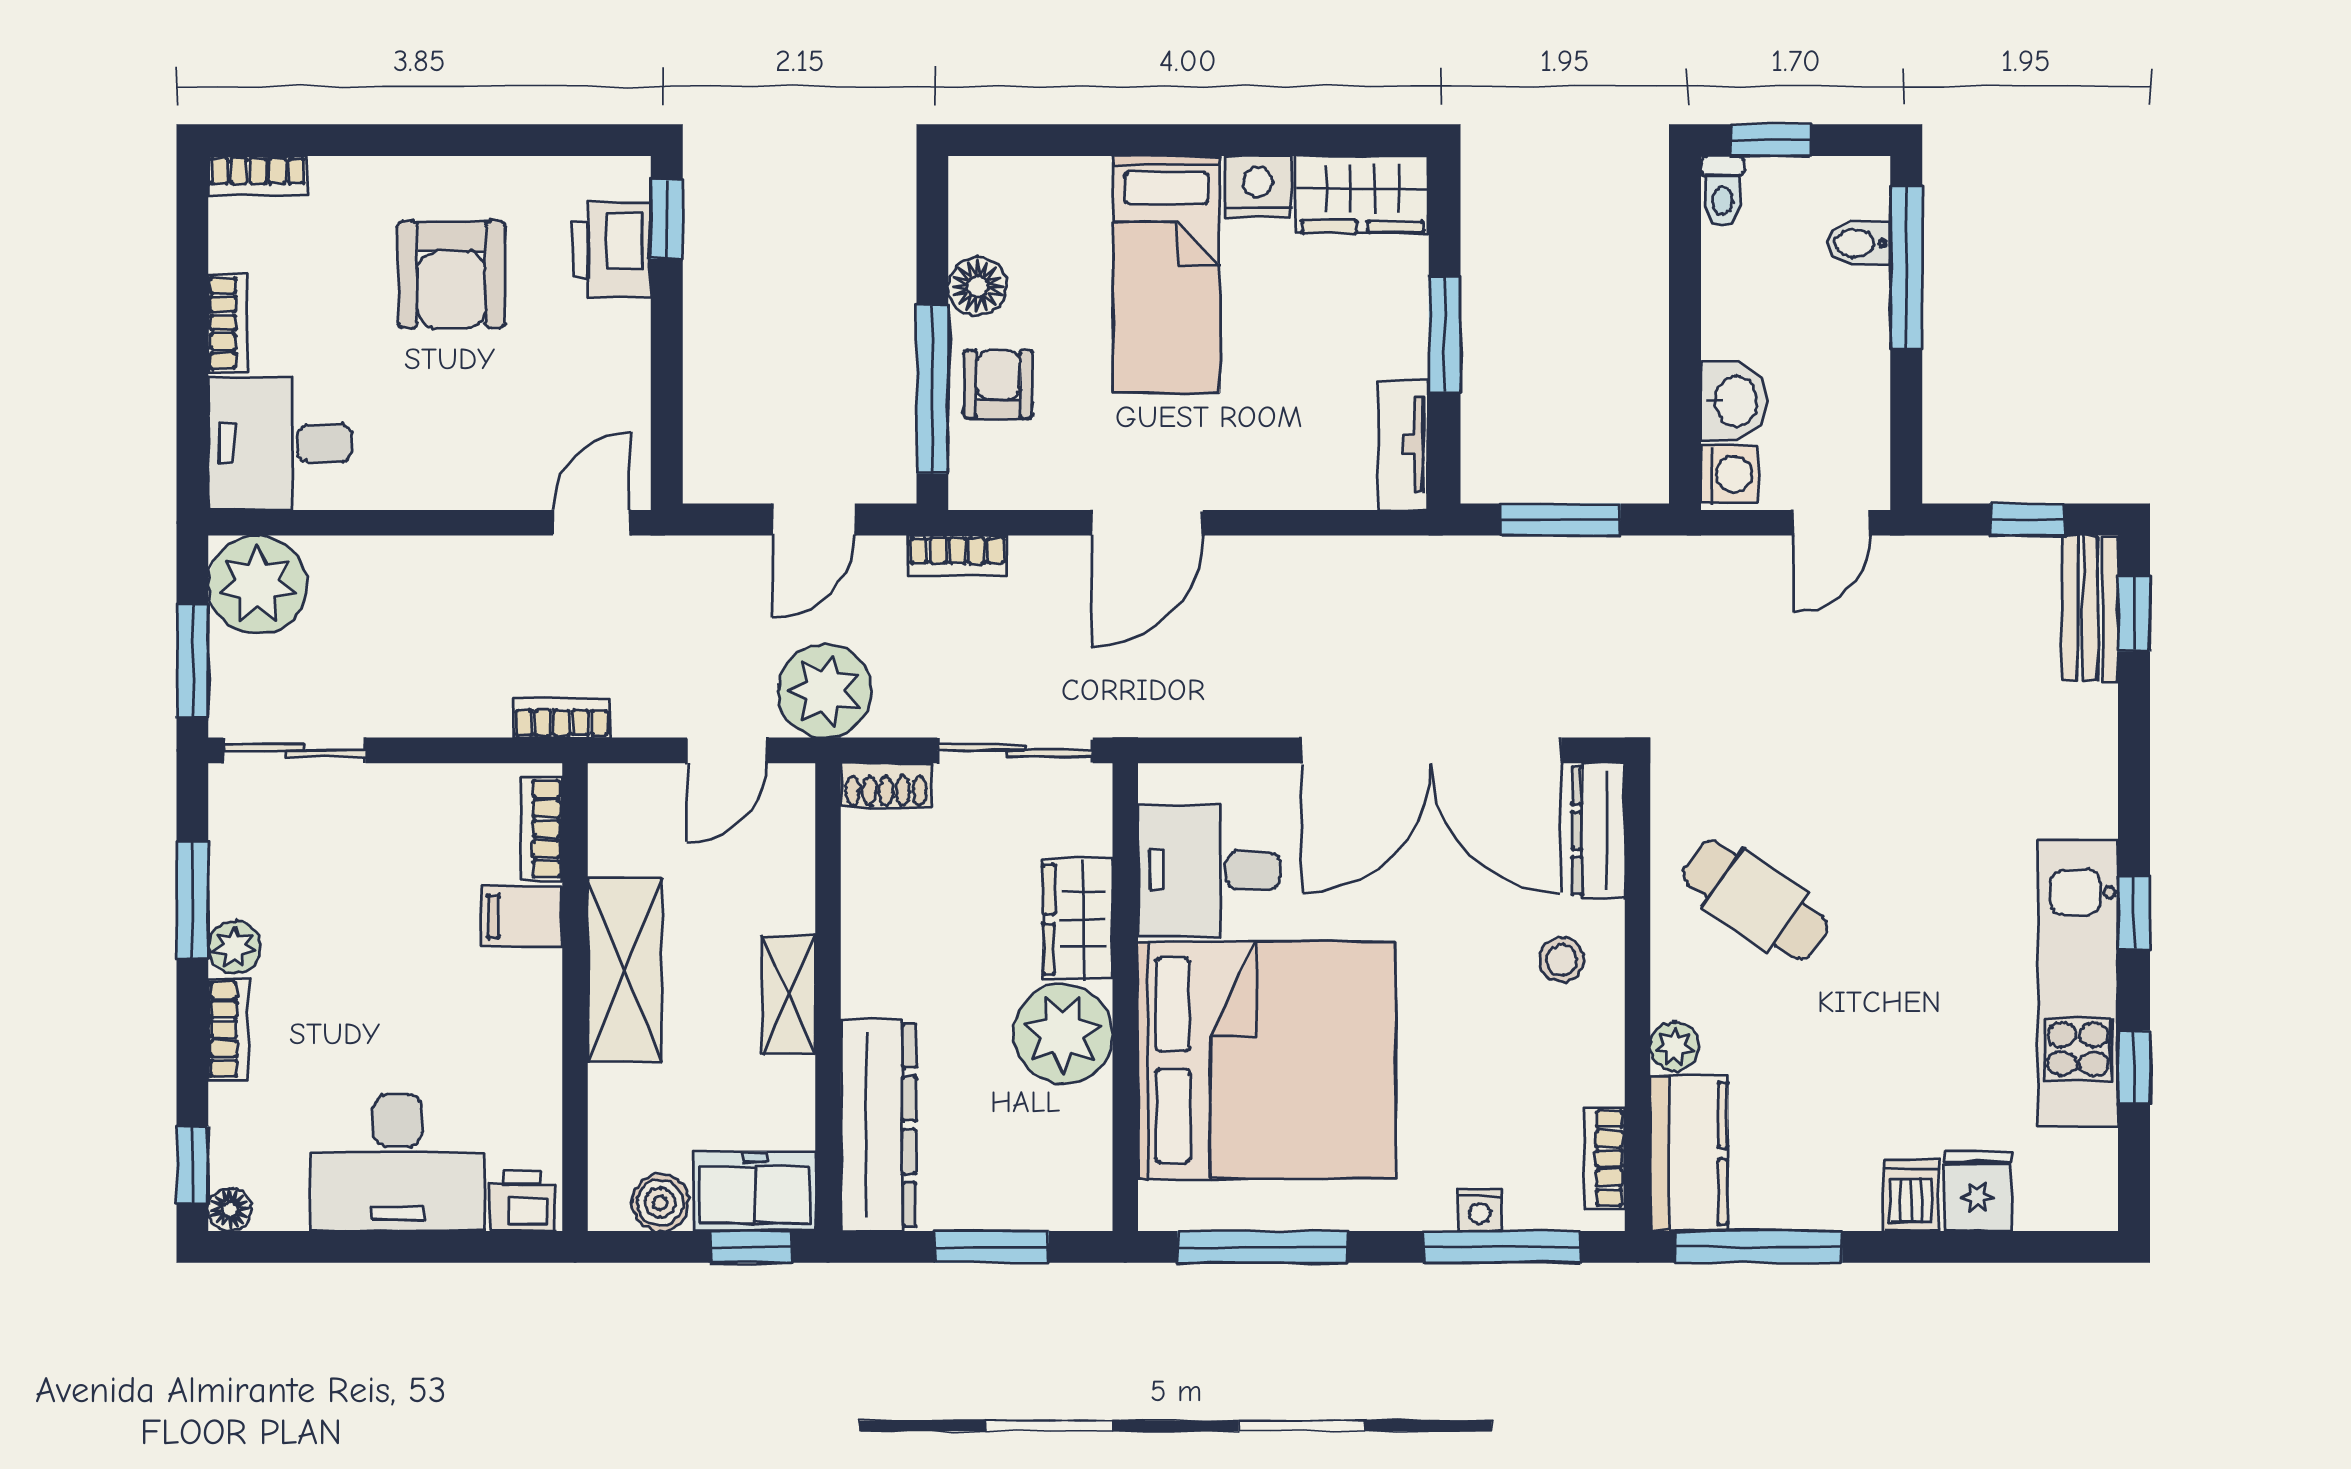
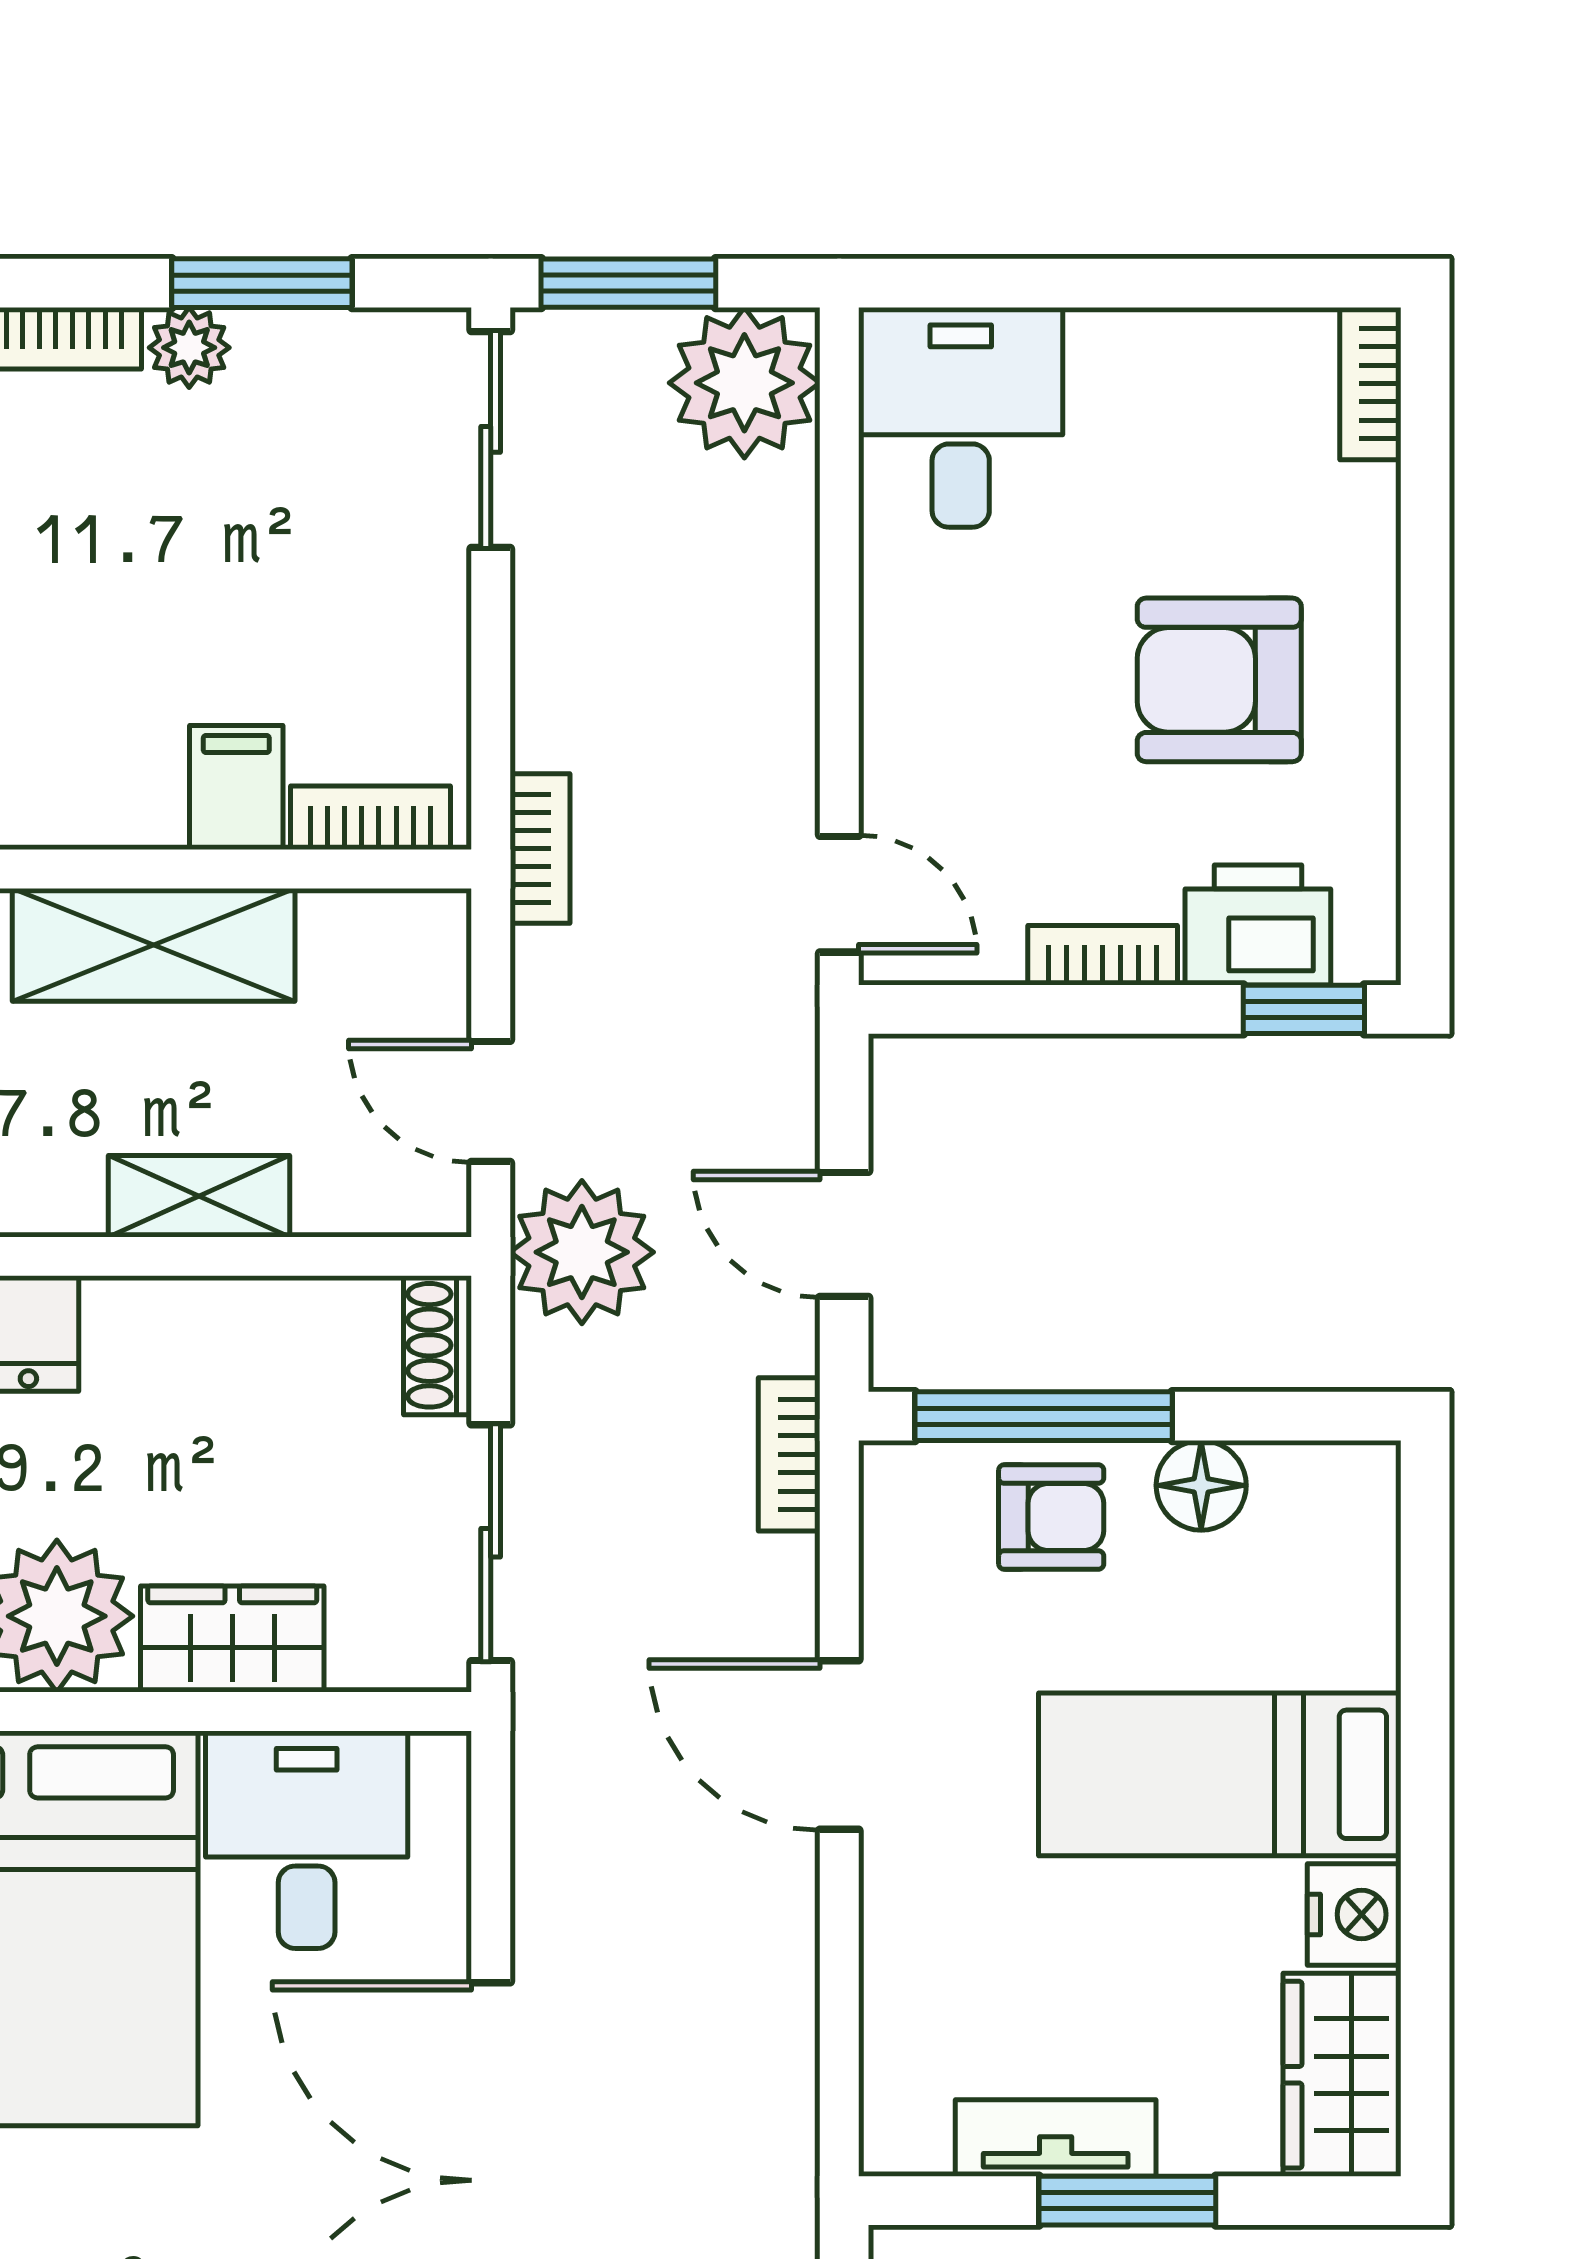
bookcase: (228, 323) -> (1103, 955), moved, turned 180
tv unit: (1404, 445) -> (1056, 2138), moved
shelving: (789, 995) -> (199, 1196), moved

